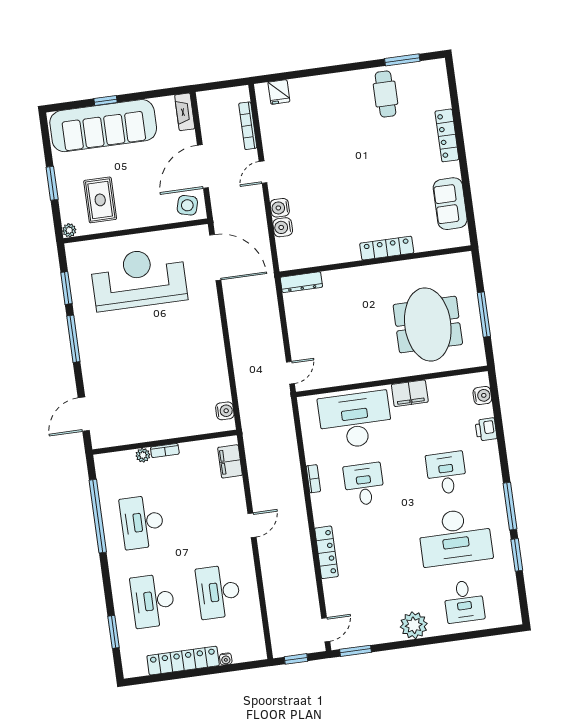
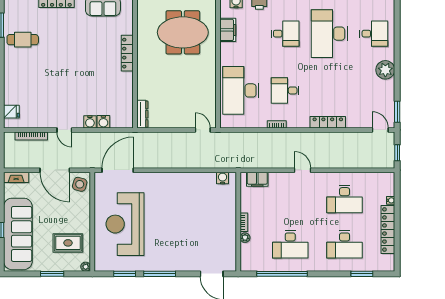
filing cabinet: (410, 393) -> (228, 30), moved
desk: (446, 473) -> (285, 34), turned 180
desk: (455, 537) -> (329, 34), turned 180

